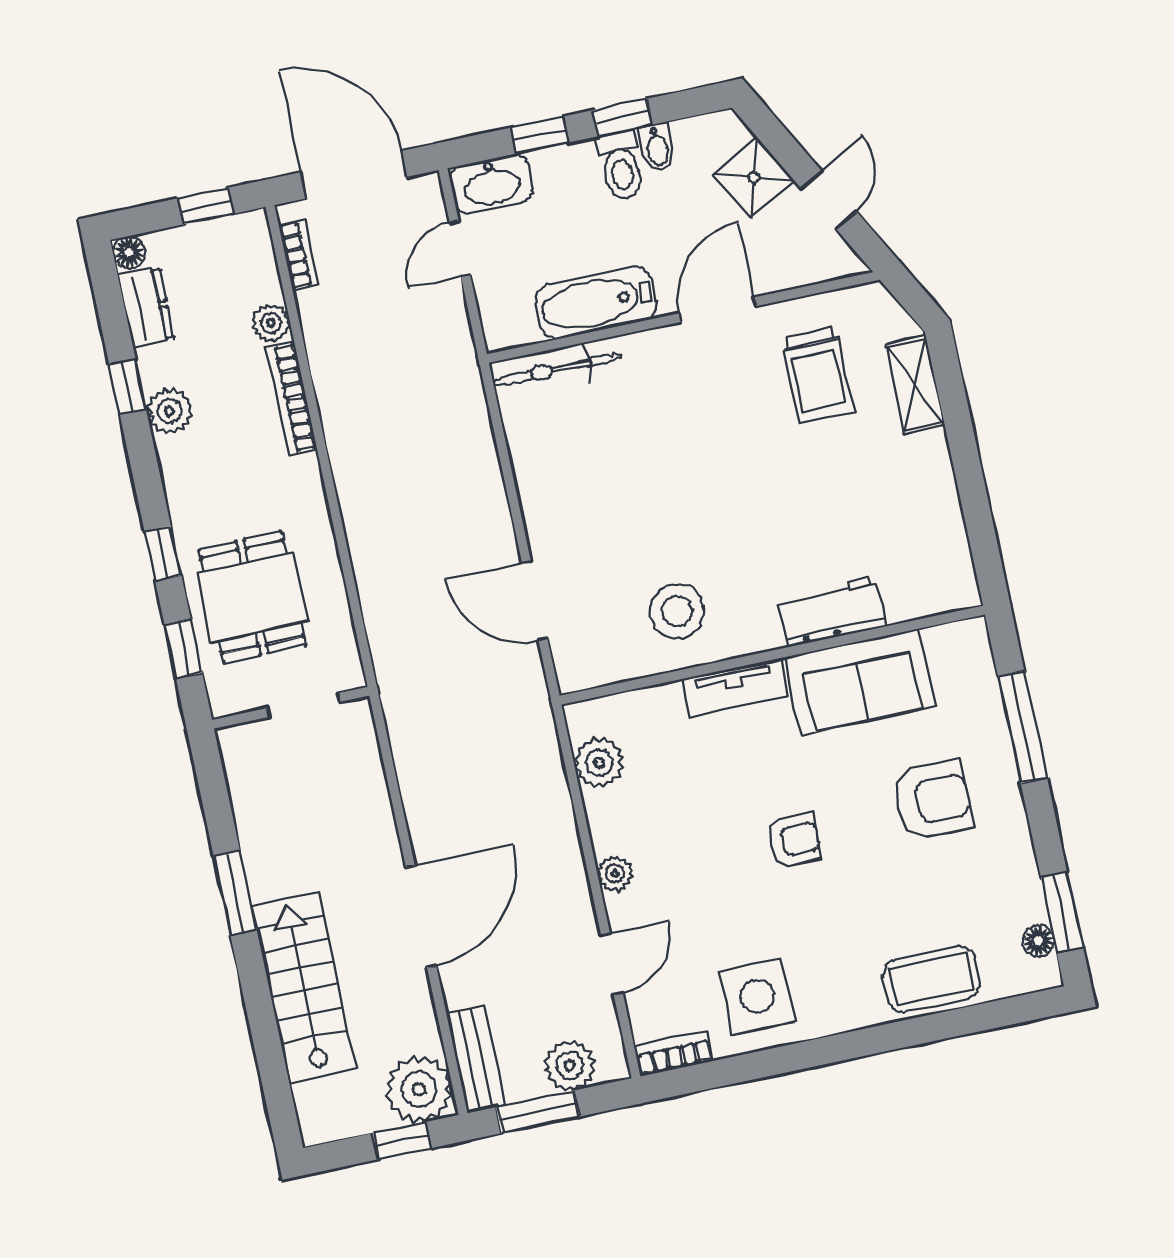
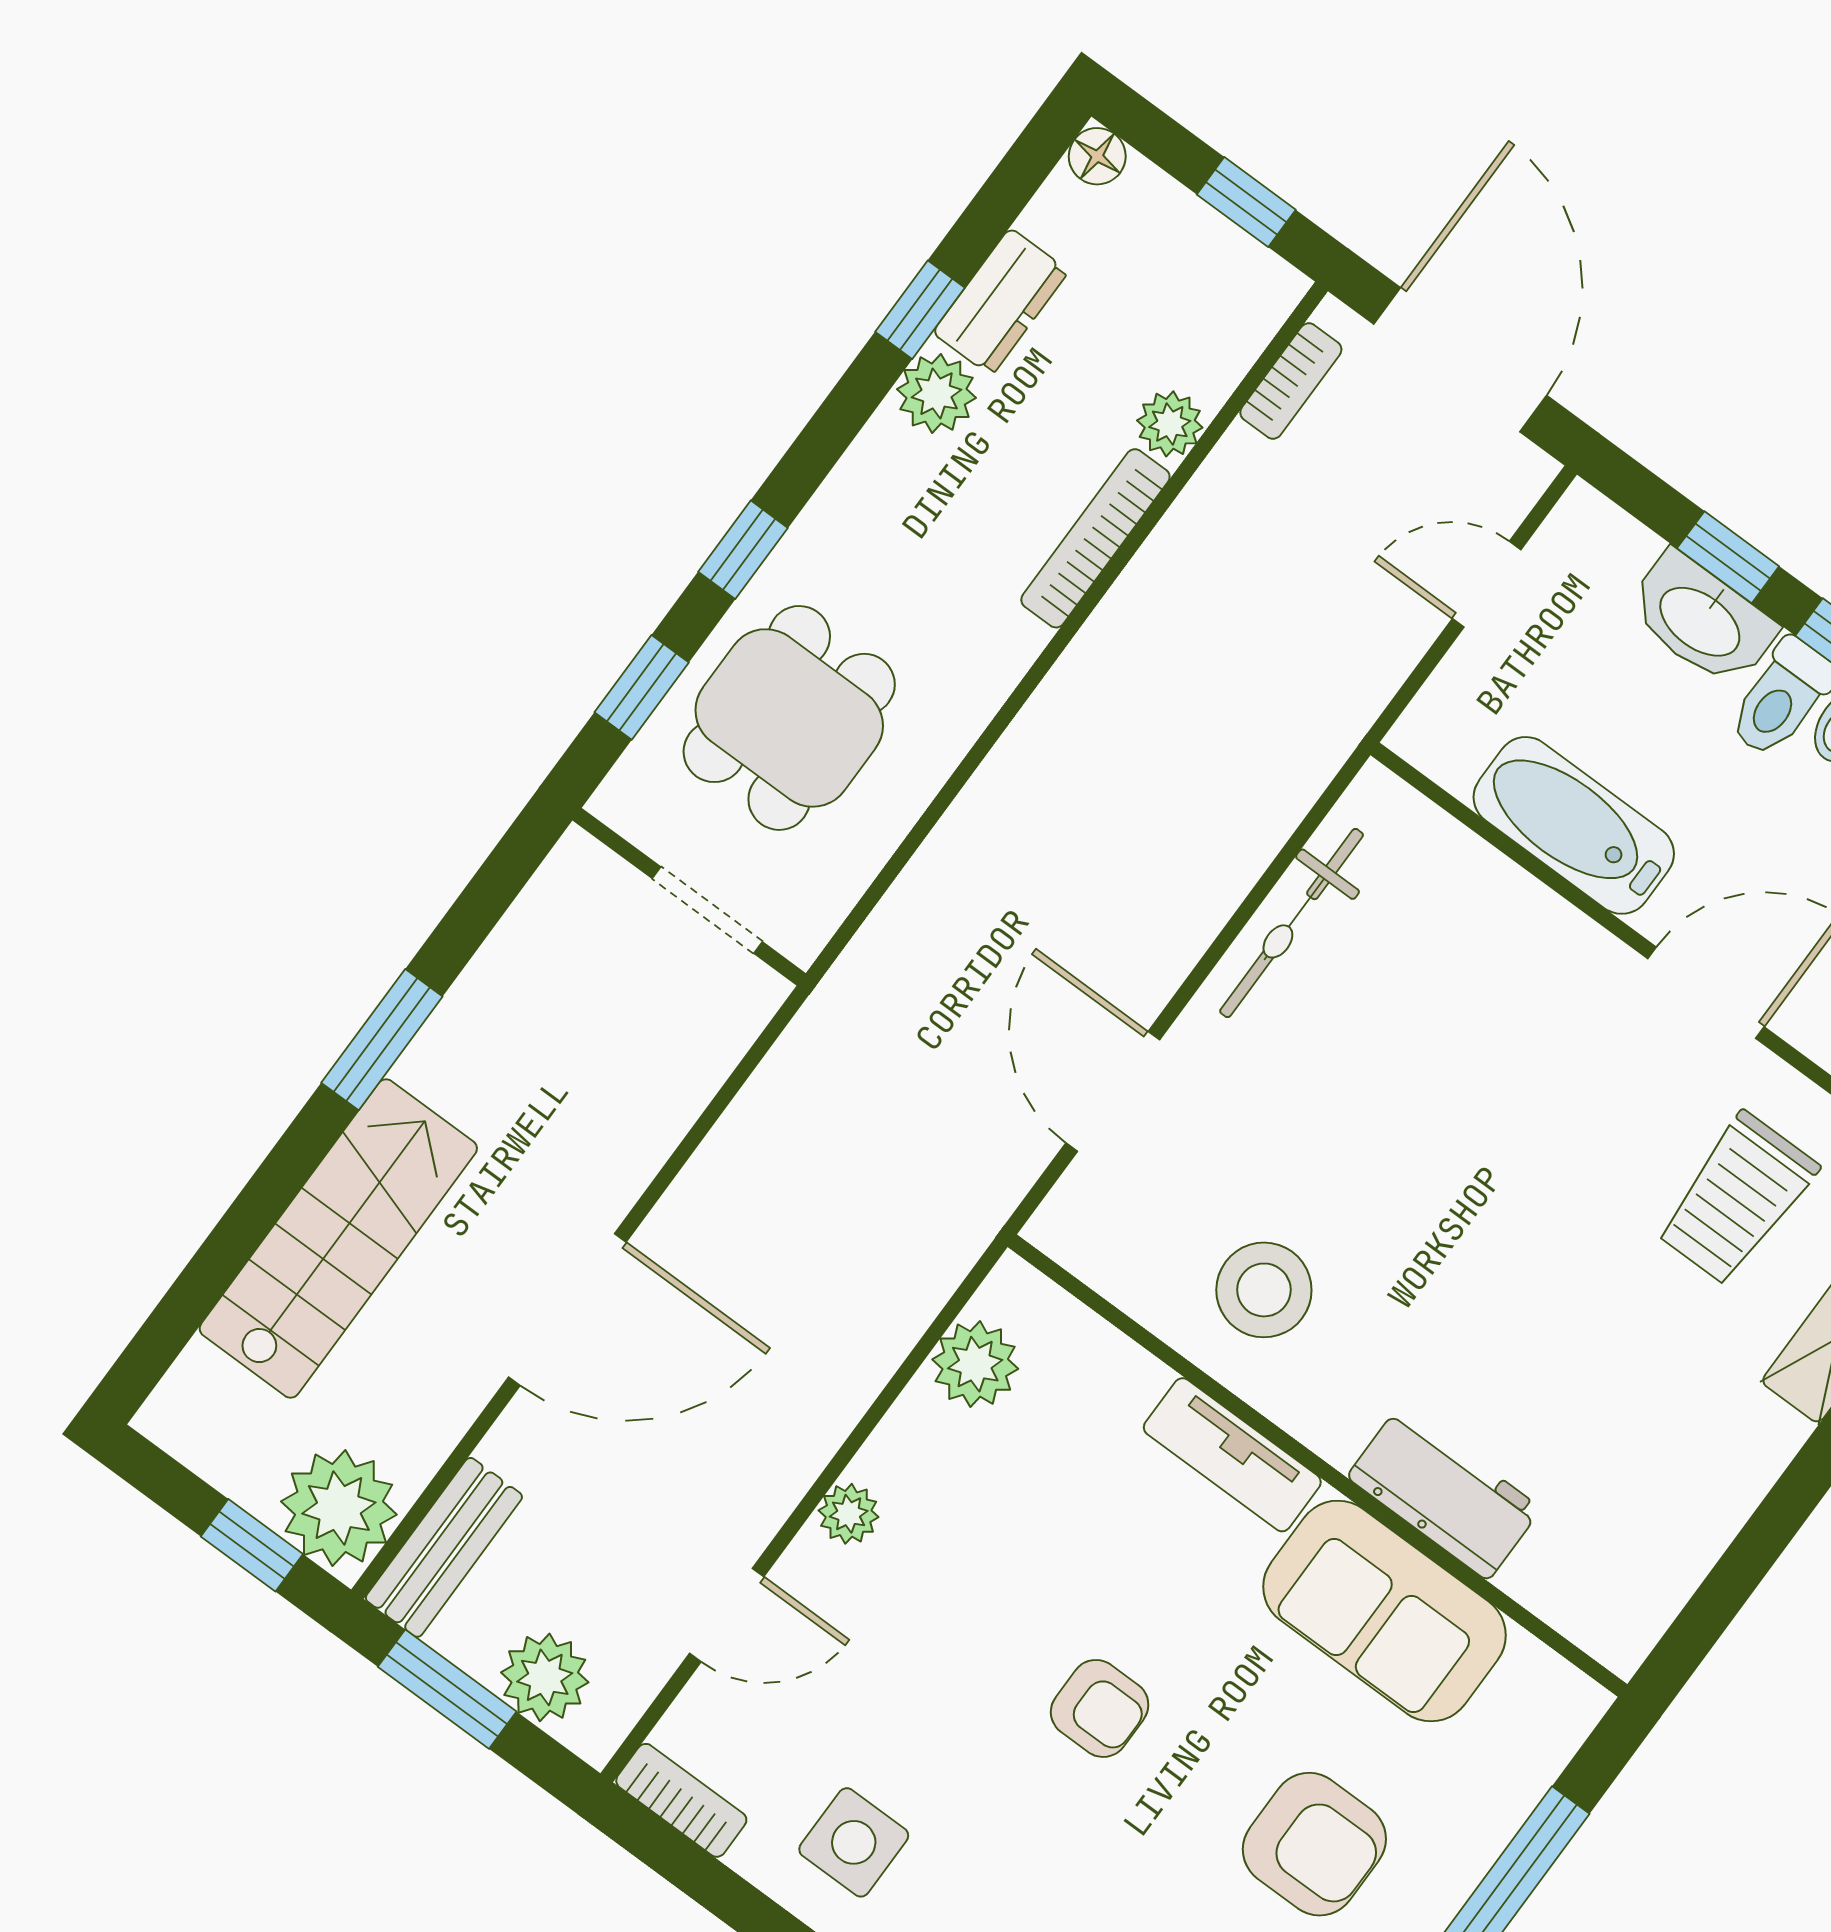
washbasin: (492, 184) -> (1701, 620), moved
dresser: (146, 307) -> (1001, 302), moved
bicycle: (557, 370) -> (1292, 923), moved, turned -90
side table: (757, 996) -> (854, 1842), width x0.73, depth x0.73

